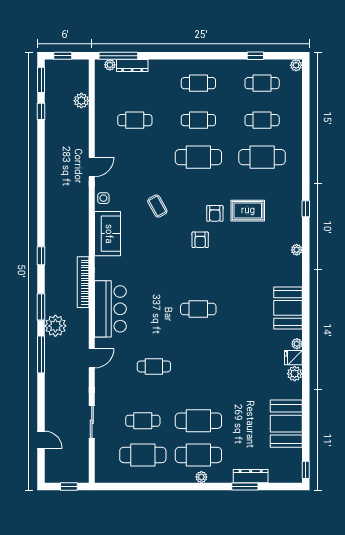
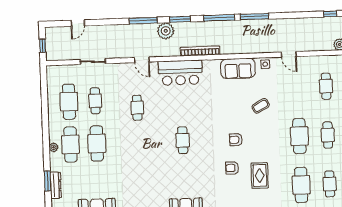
window: (41, 210) -> (254, 17), added
armchair: (215, 213) -> (232, 168), moved
window: (41, 256) -> (219, 18), width x2.17

